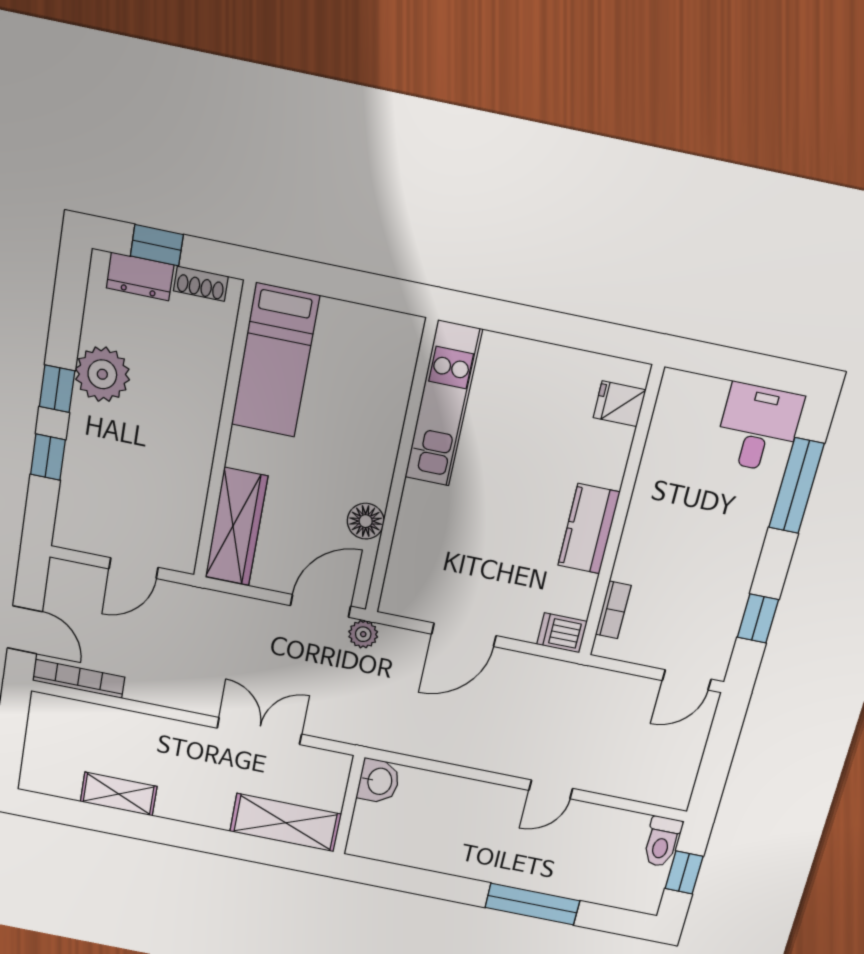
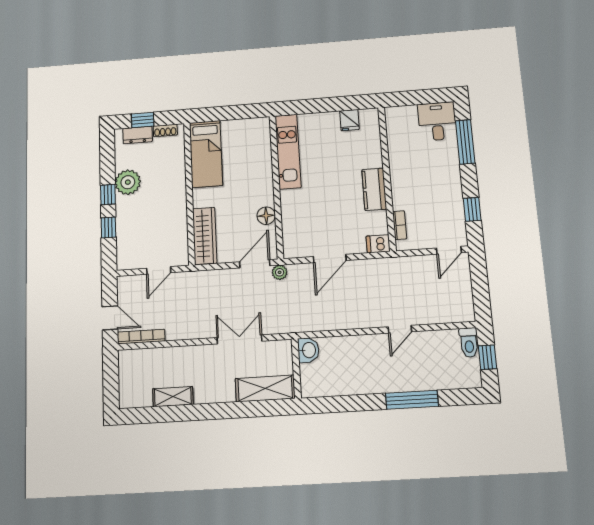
fridge: (620, 404) -> (349, 120), moved, turned -90

